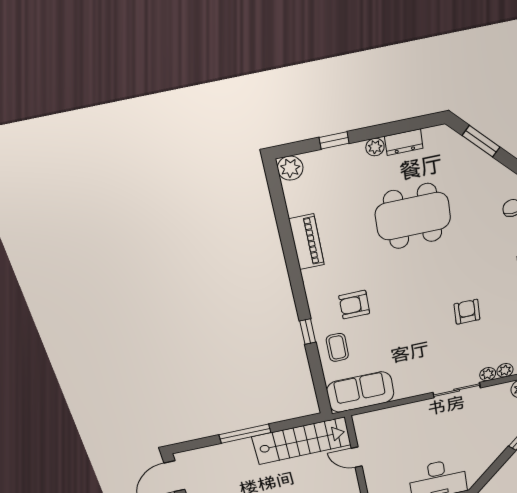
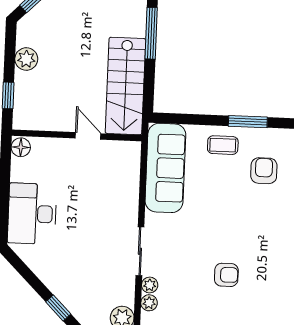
window: (308, 332) -> (248, 122), width x1.50
sofa: (360, 392) -> (165, 168), width x1.36
door: (357, 457) -> (88, 136), hinge flipped

